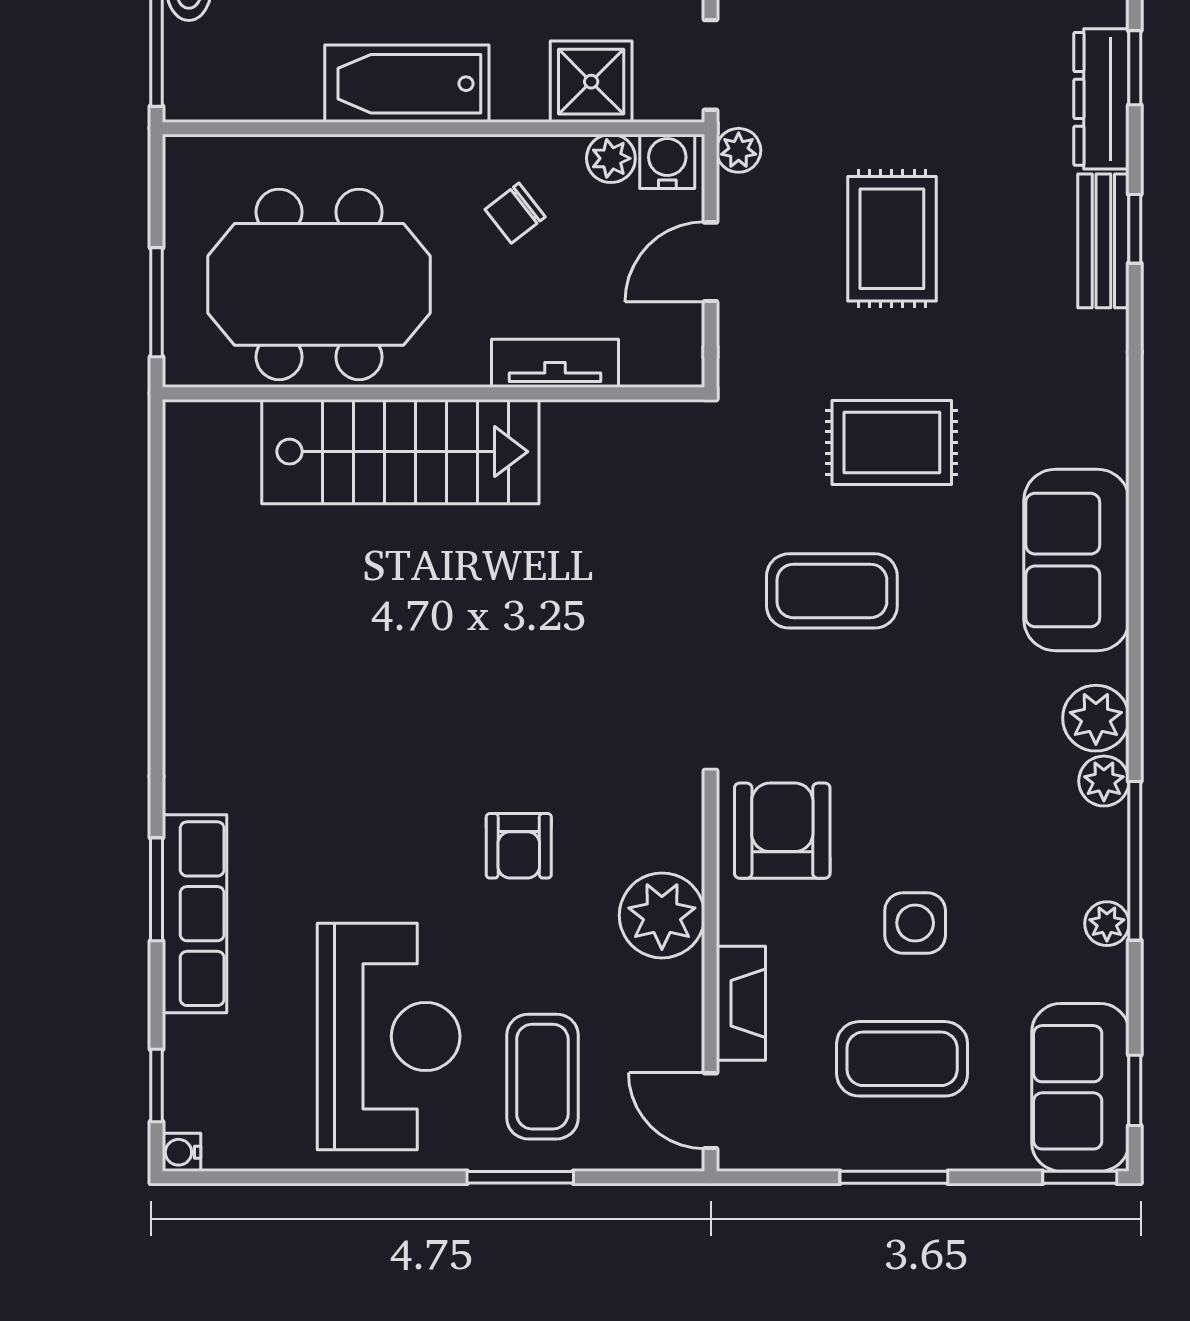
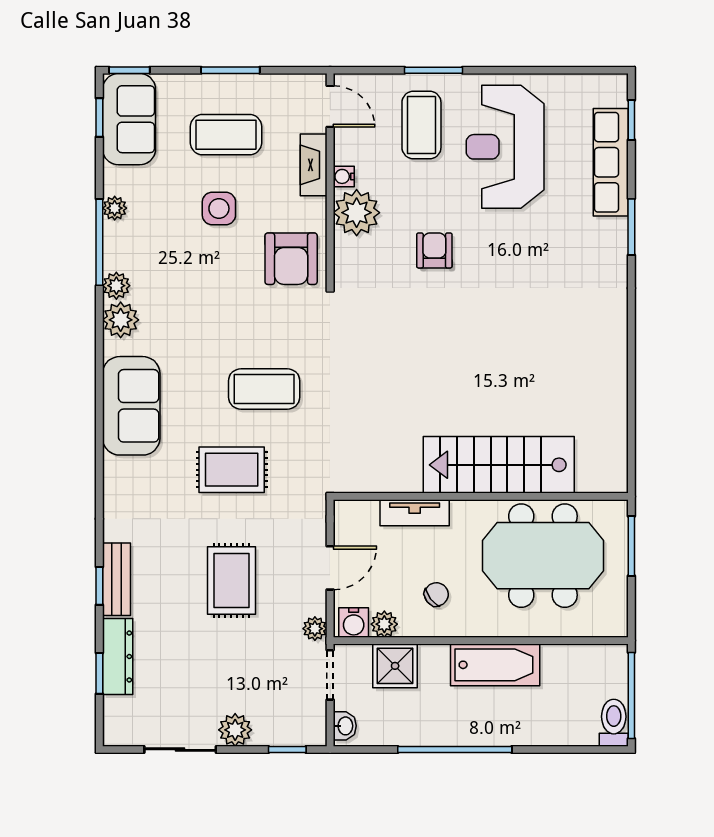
row of seats: (194, 914) -> (611, 162), moved
water cooler: (182, 1152) -> (344, 176), moved, turned 180

